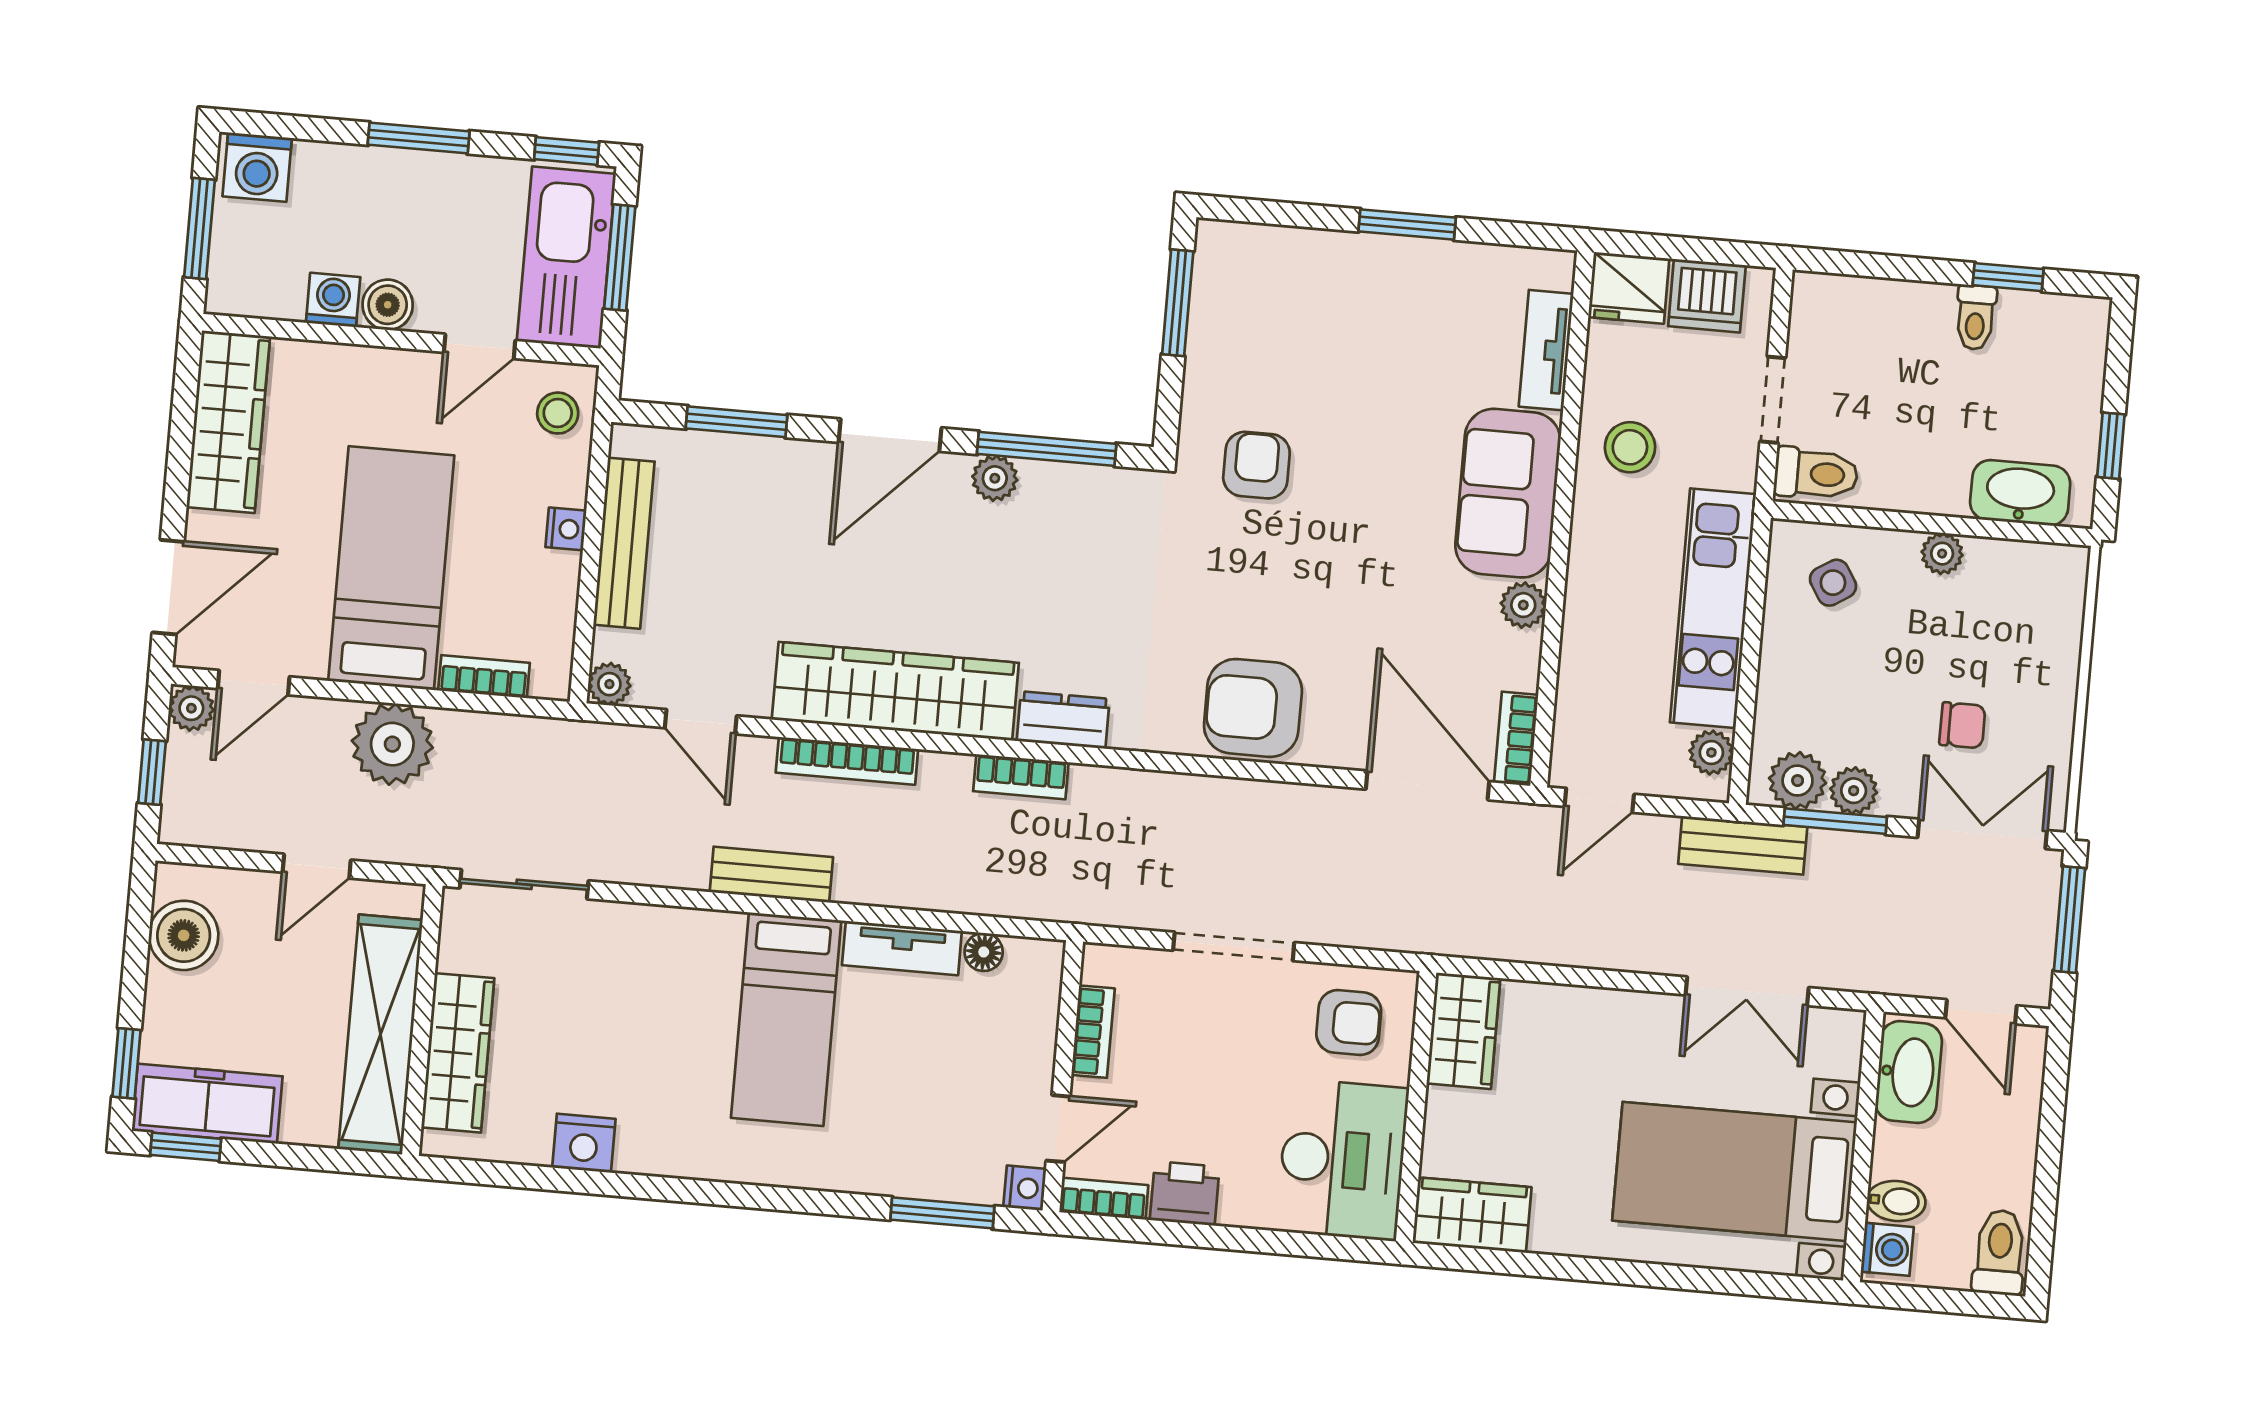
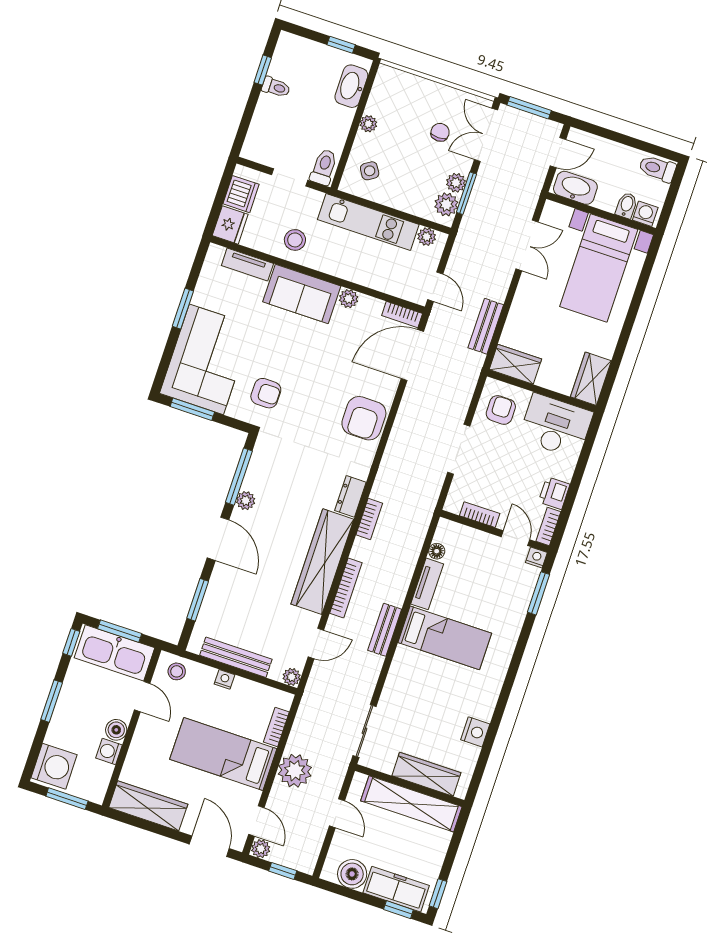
washing machine: (257, 167) -> (54, 766), width x1.37, depth x1.37
corner sofa: (1302, 307) -> (206, 359), added
armchair: (1256, 465) -> (266, 393), turned 180
bench: (1743, 845) -> (486, 326), moved
freezer: (207, 1104) -> (396, 889), moved, turned 90

